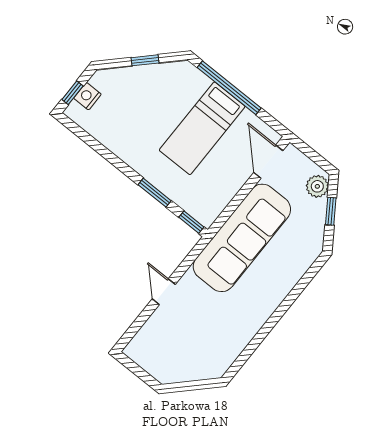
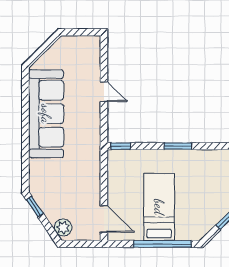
window: (155, 193) -> (178, 146), moved
window: (331, 211) -> (35, 207), moved
sofa: (242, 238) -> (46, 114), moved, turned 180

